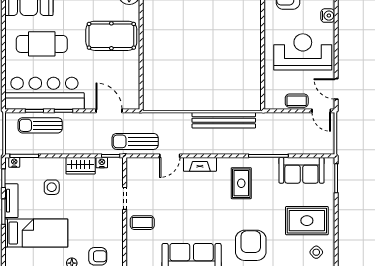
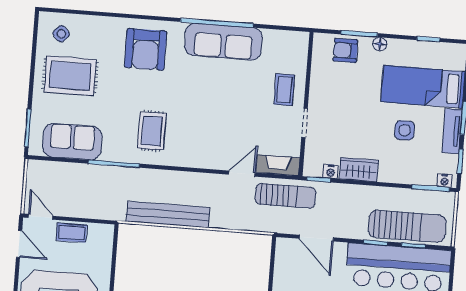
sun lounger: (40, 125) -> (407, 226), width x1.36, depth x1.34
fireplace: (200, 164) -> (278, 165), moved
side table: (52, 187) -> (404, 130), moved
coffee table: (142, 223) -> (284, 90), turned 90

